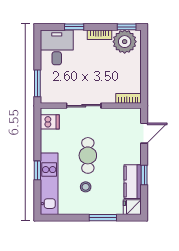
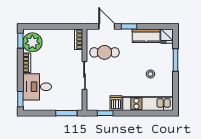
window: (74, 27) -> (20, 99), moved
desk: (57, 47) -> (37, 87), moved
dishwasher: (50, 122) -> (116, 103), moved
cafe table: (88, 155) -> (104, 52), moved
window: (37, 170) -> (105, 113), moved
window: (144, 175) -> (129, 26), moved

